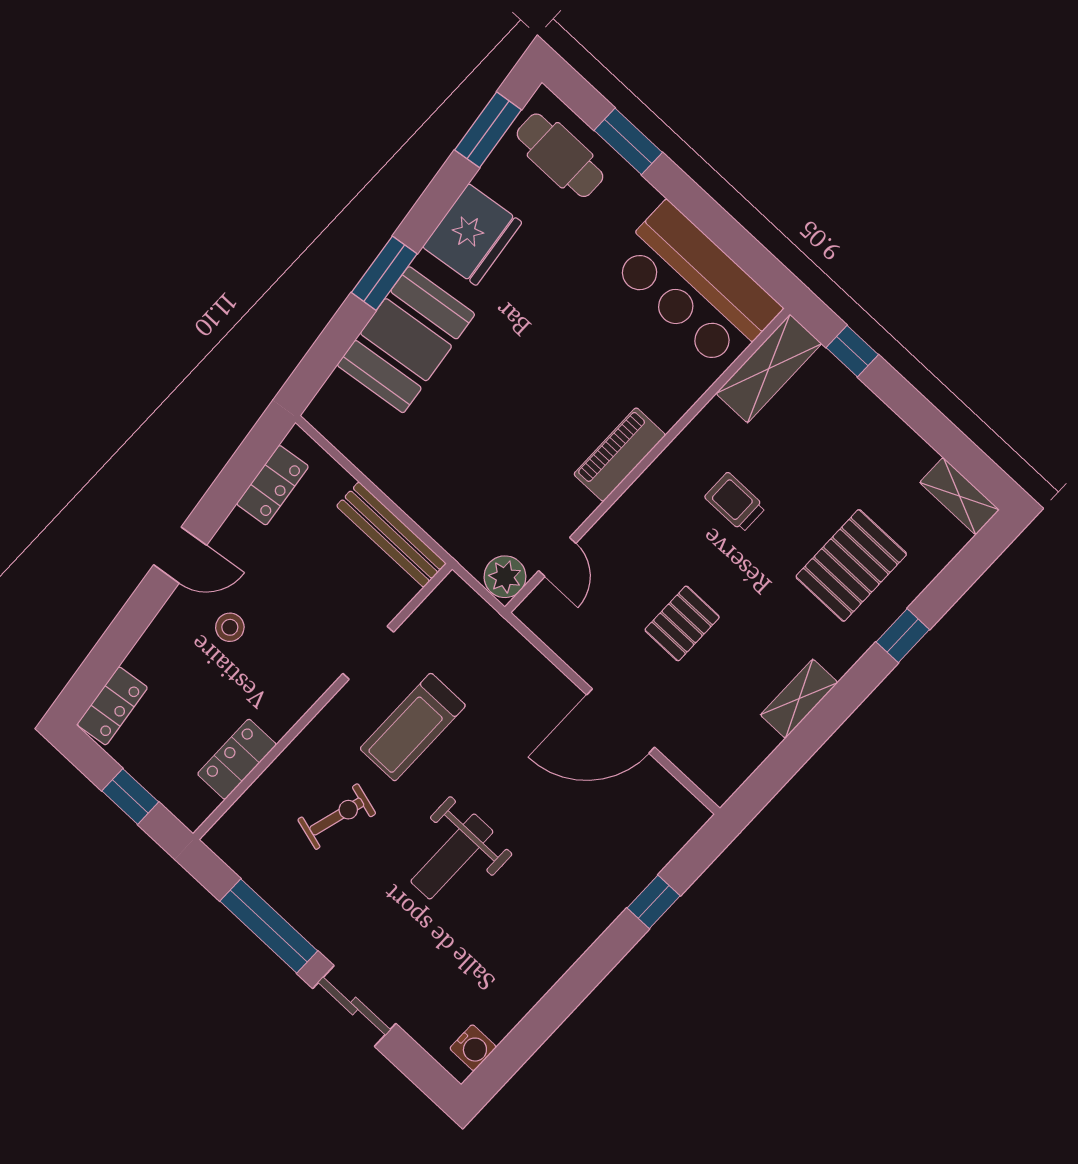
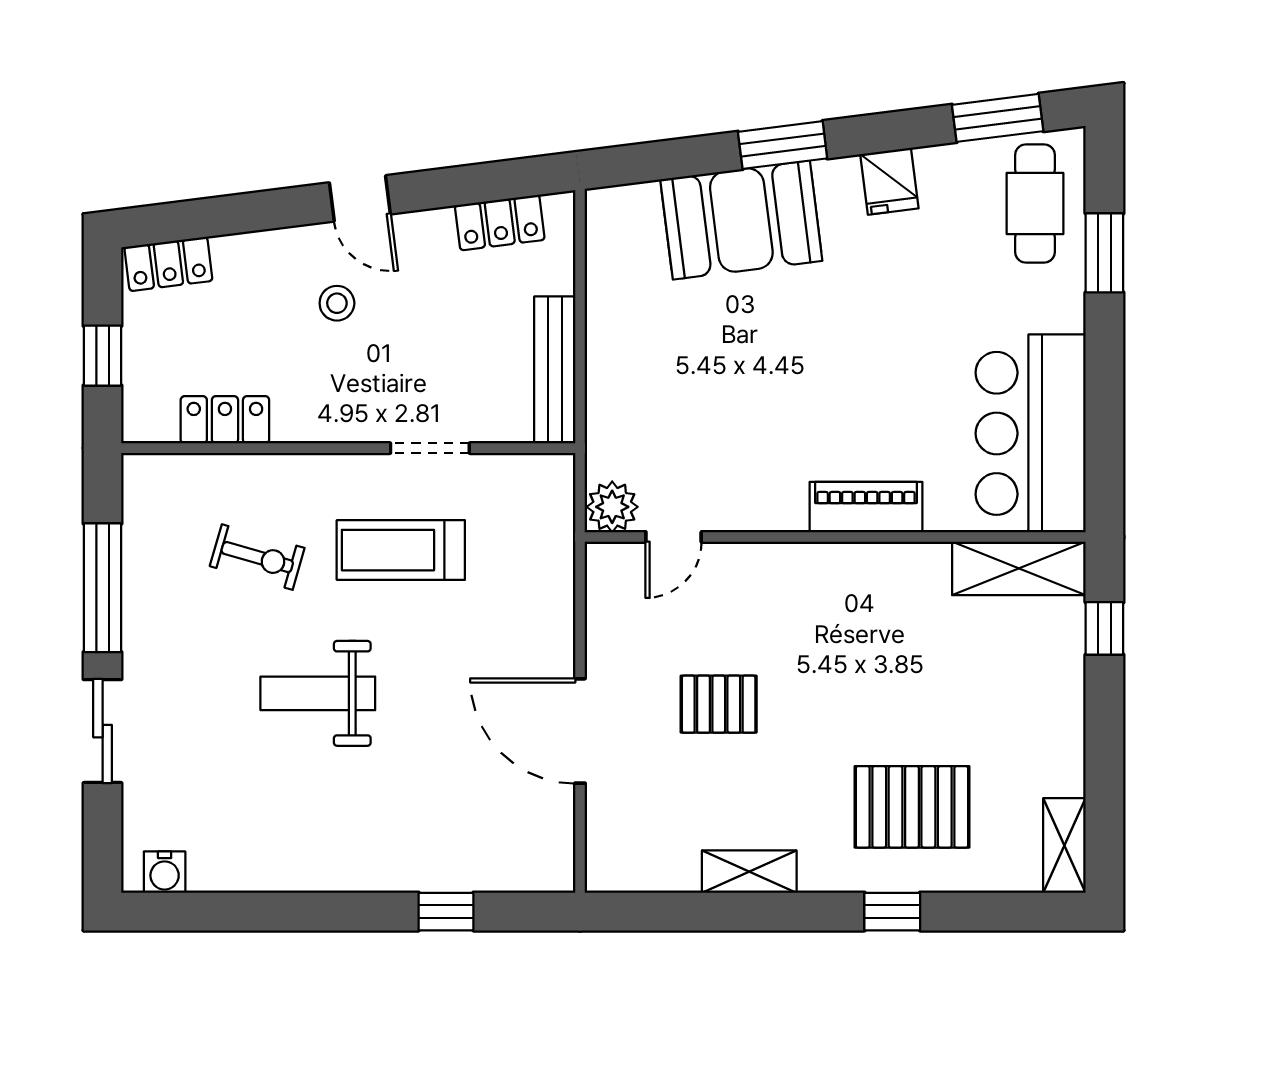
fridge: (472, 235) -> (889, 181), width x0.53, depth x0.75
piano: (620, 455) -> (866, 507), moved
trolley: (735, 502) -> (871, 650), removed

